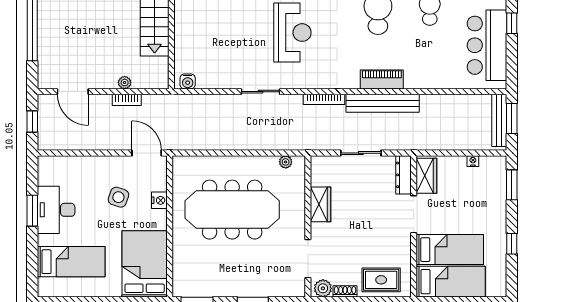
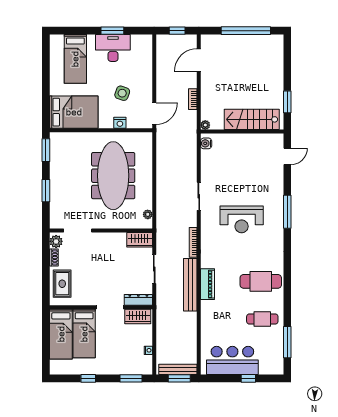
plant: (125, 83) -> (205, 125), moved
wardrobe: (321, 204) -> (140, 240), moved

